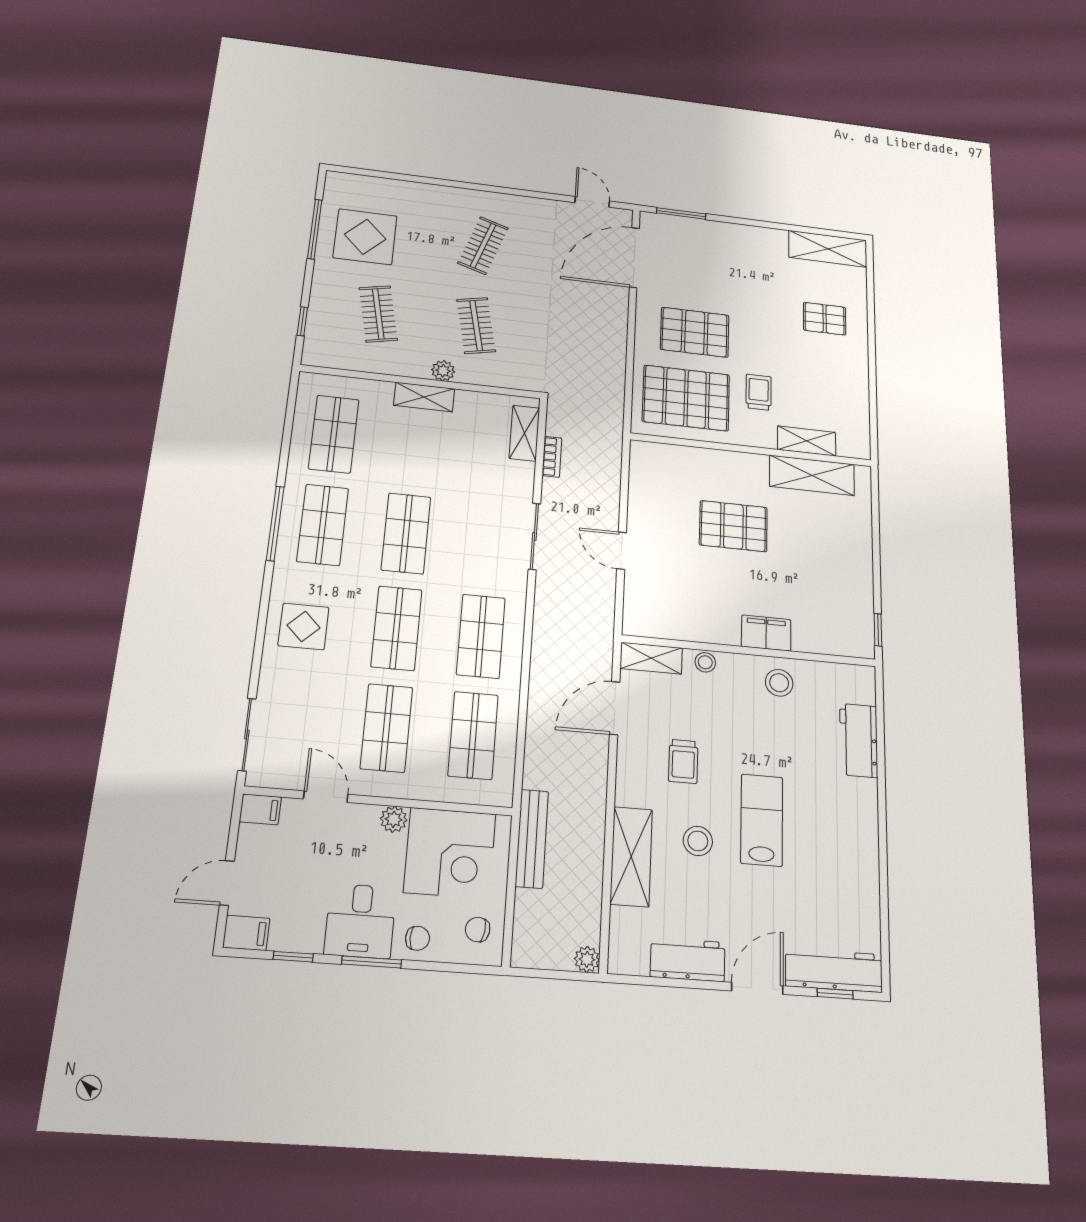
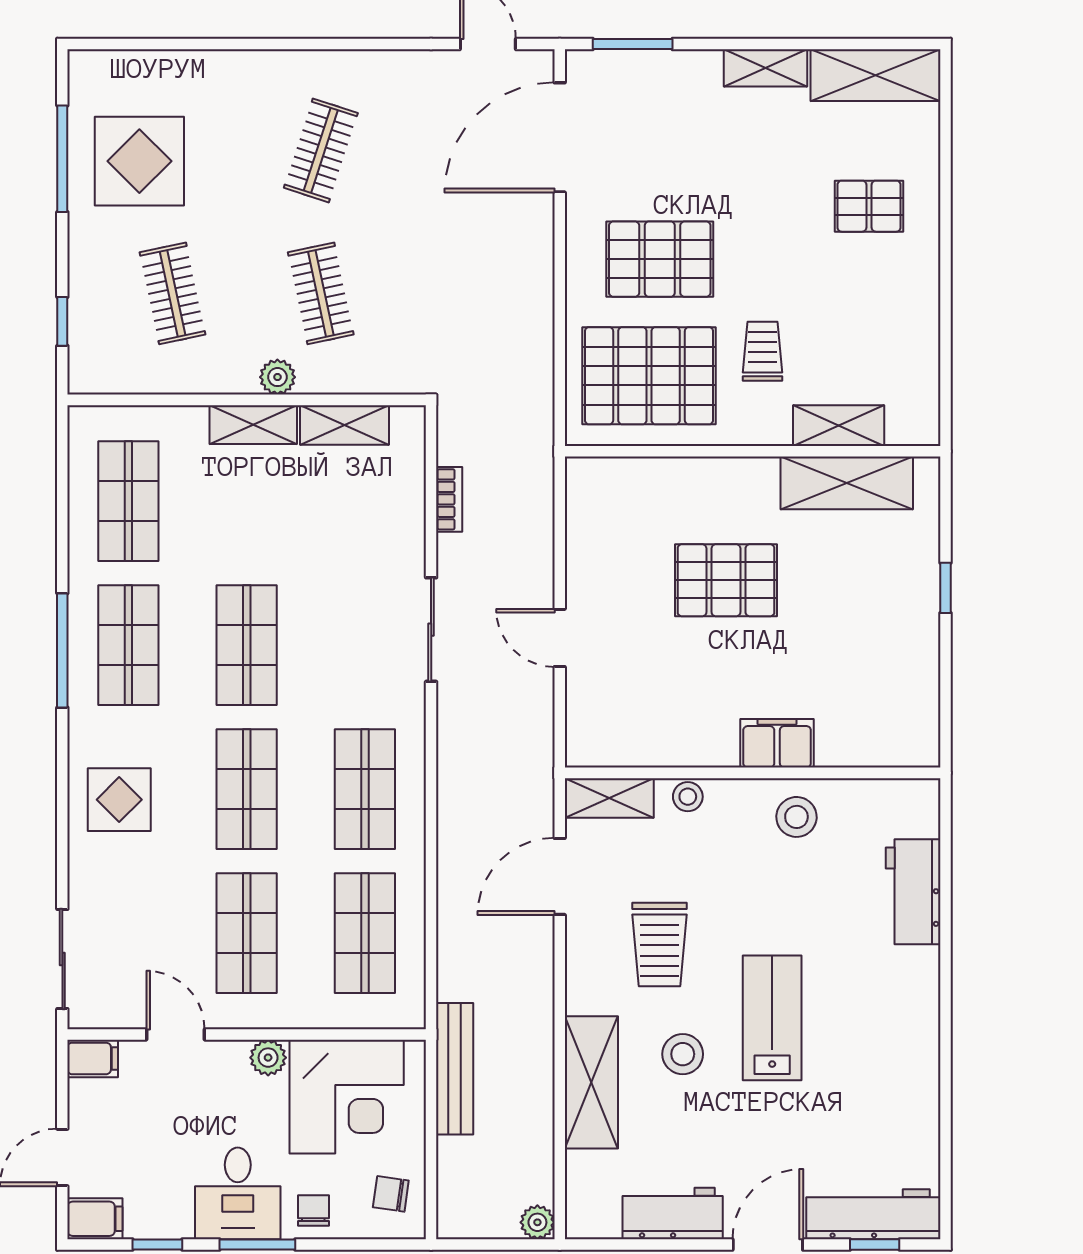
shelving: (762, 236) -> (766, 68), added
shelving: (524, 433) -> (345, 425), moved, turned 90
window: (878, 630) -> (946, 588), moved
trolley: (683, 761) -> (660, 945), width x1.36, depth x1.39
chair: (417, 938) -> (313, 1211), turned -90

